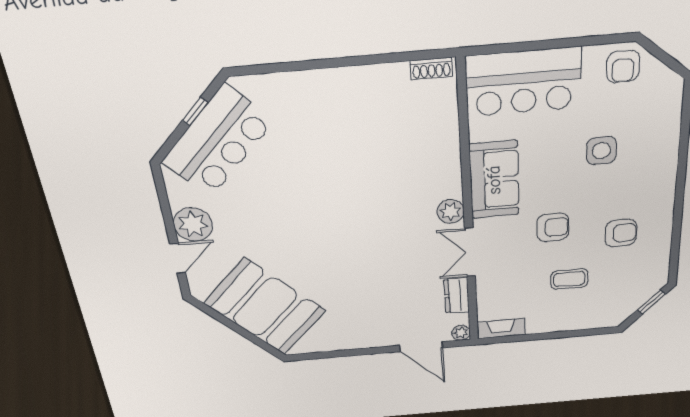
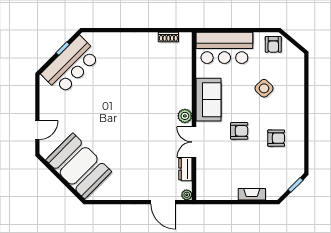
shoe rack: (431, 68) -> (168, 37), moved
side table: (601, 151) -> (264, 88), turned 45
plant: (193, 224) -> (49, 111), removed
coffee table: (569, 279) -> (249, 165), removed
fireplace: (501, 329) -> (252, 194), moved

